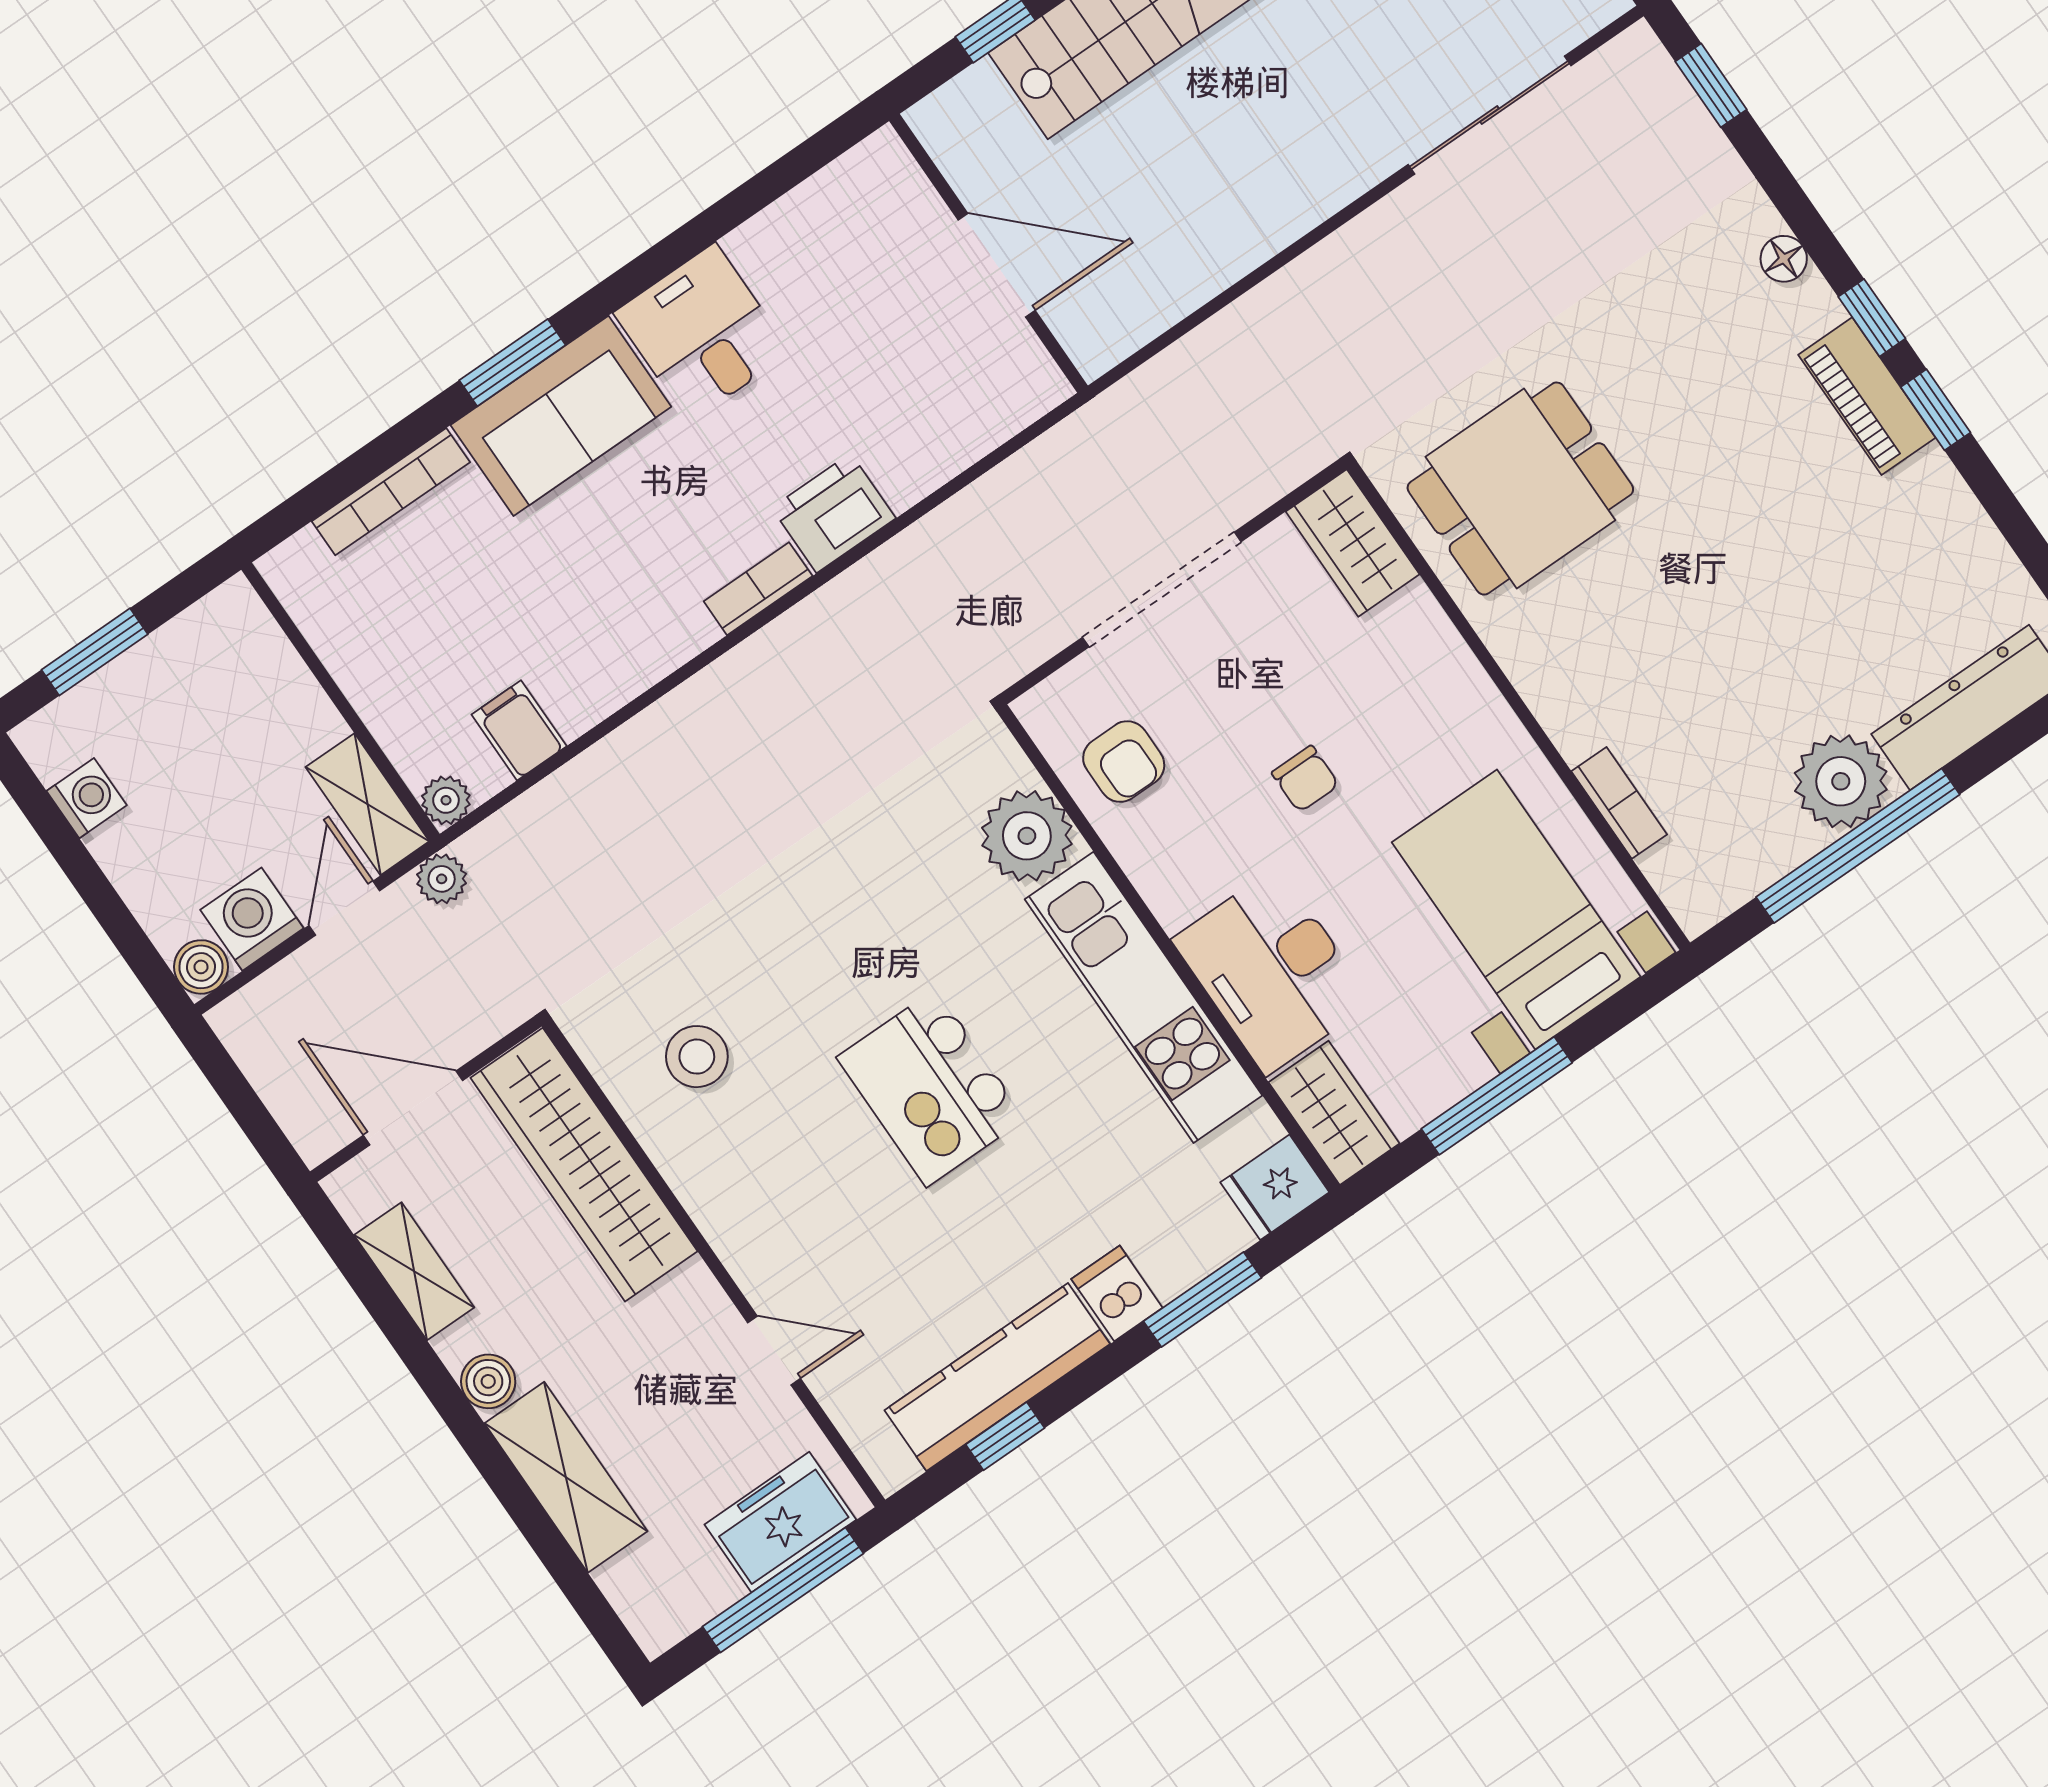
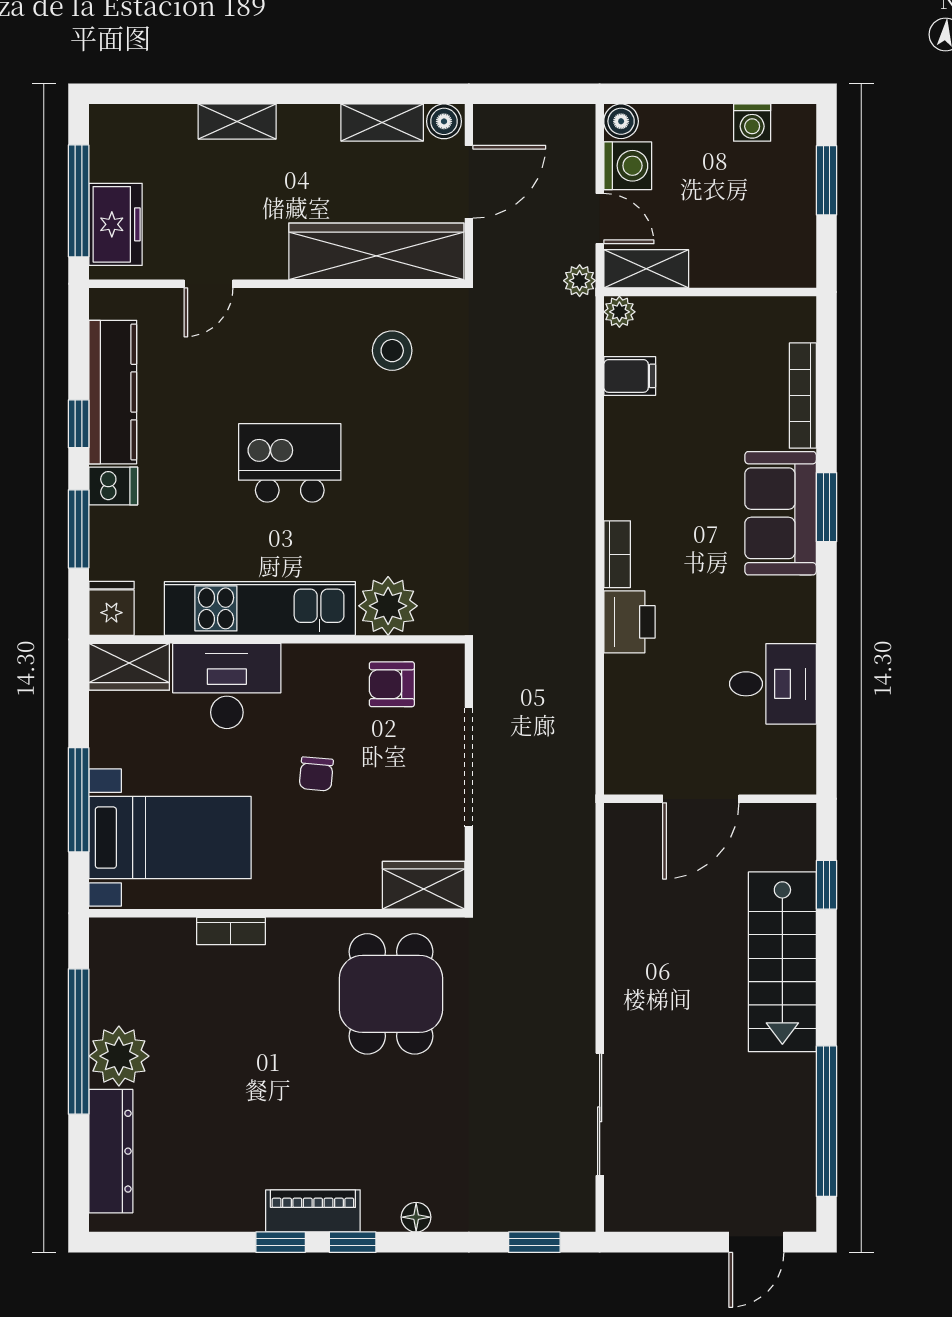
desk: (702, 333) -> (773, 684), moved
chair: (1305, 779) -> (316, 774), turned -85
bookcase: (1619, 803) -> (231, 931), moved
window: (1497, 1096) -> (79, 800), moved
boiler: (488, 1381) -> (444, 121), moved
window: (1005, 1436) -> (79, 424), moved
shelving: (566, 1477) -> (237, 122), width x0.67, depth x0.75

